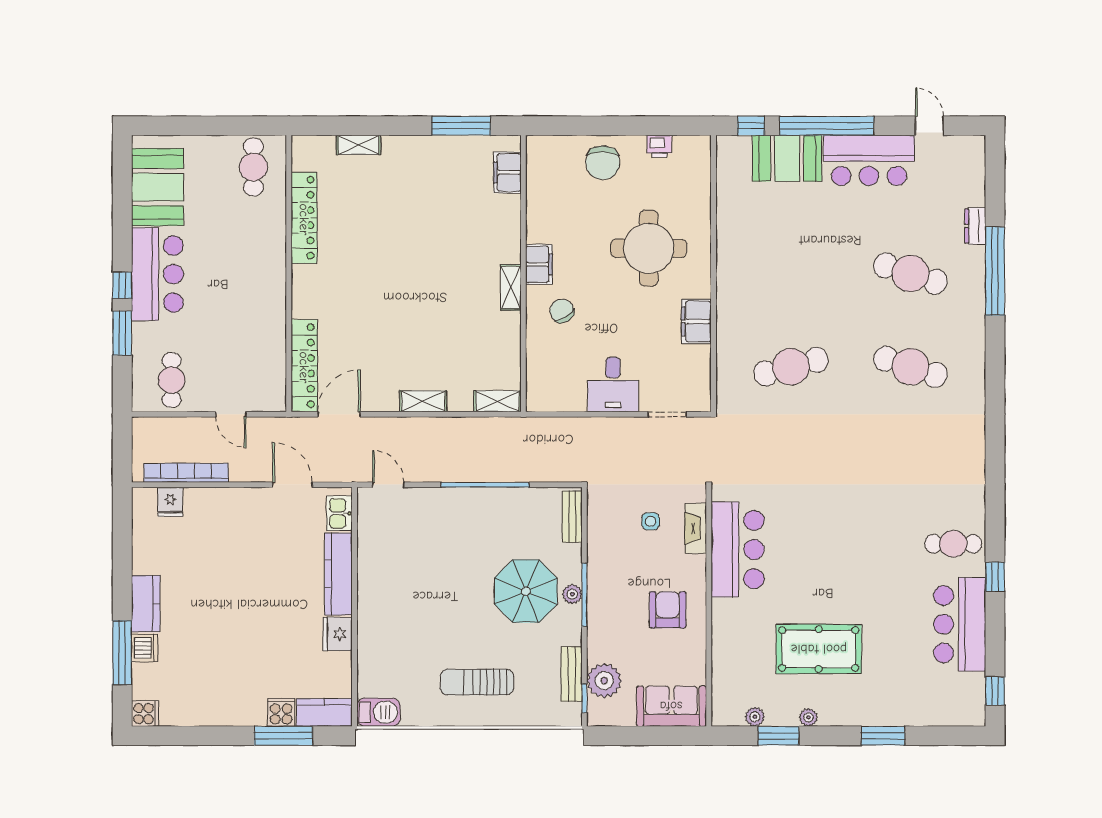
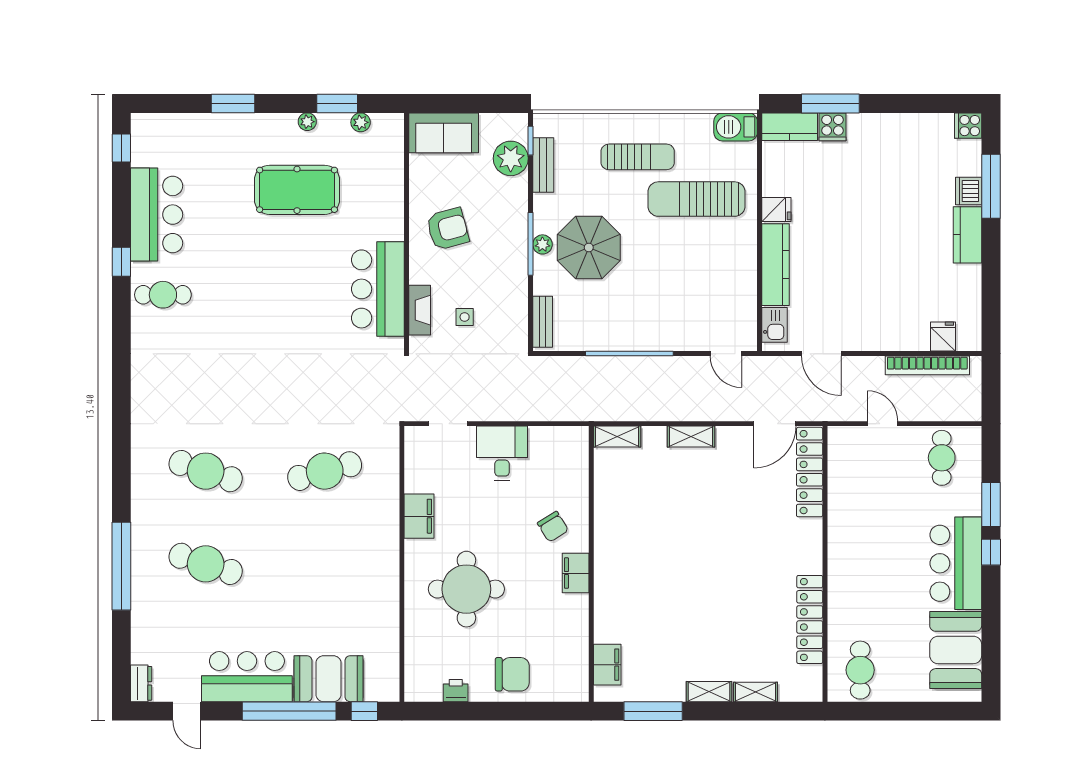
chair: (603, 163) -> (512, 674), turned 90
dresser: (975, 226) -> (141, 683), moved
shelving: (511, 287) -> (709, 692), moved, turned 90
armchair: (668, 610) -> (448, 229), turned -105
fridge: (338, 634) -> (776, 210), width x0.72
sun lounger: (418, 640) -> (696, 199), added

